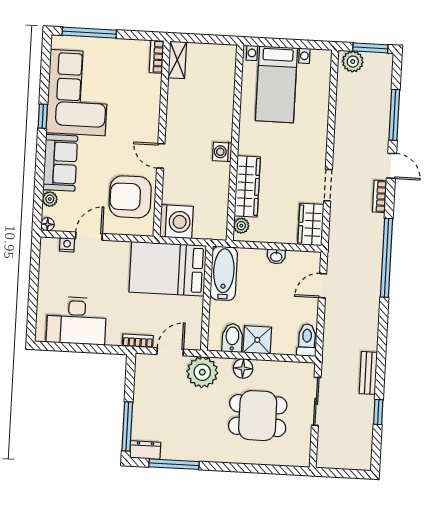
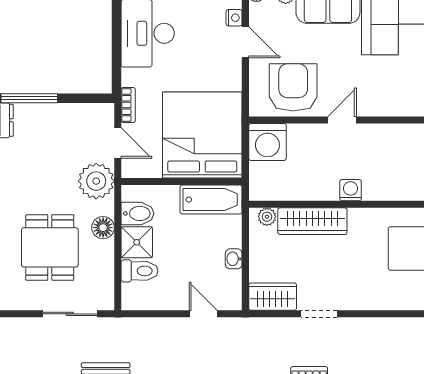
bed: (168, 269) -> (202, 135), width x1.36
toilet: (307, 340) -> (140, 271), moved

